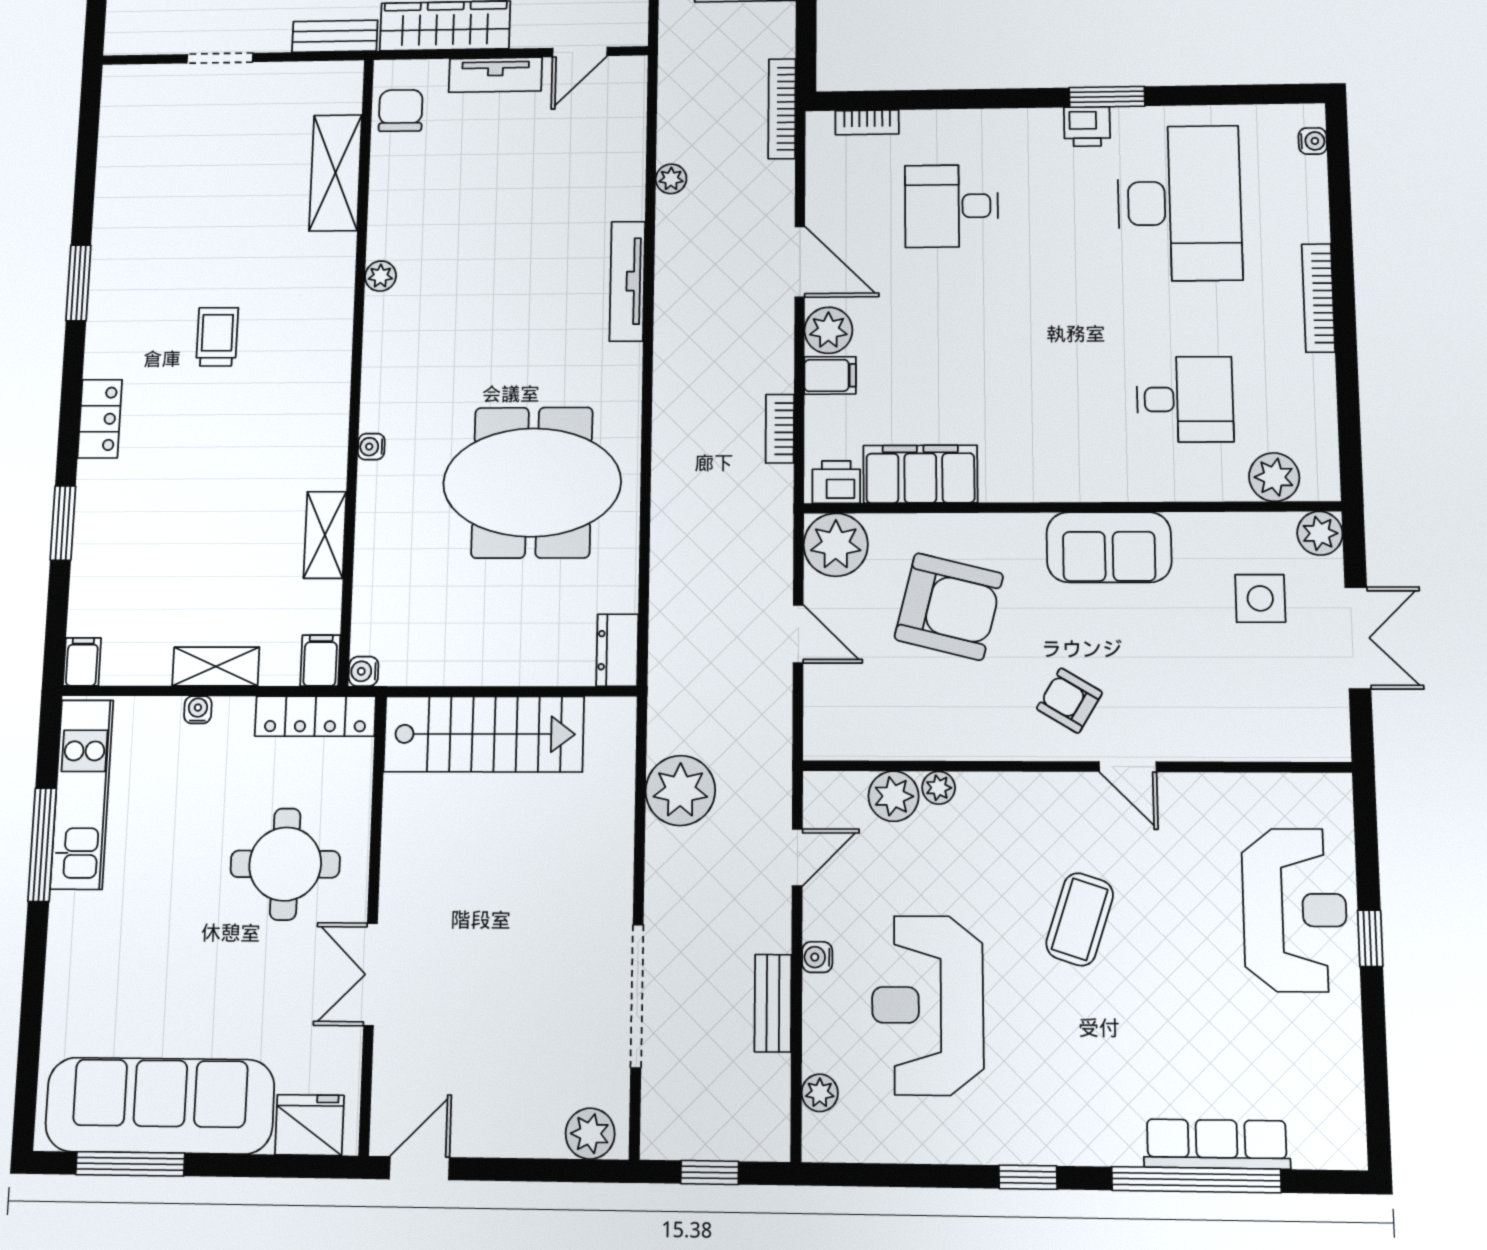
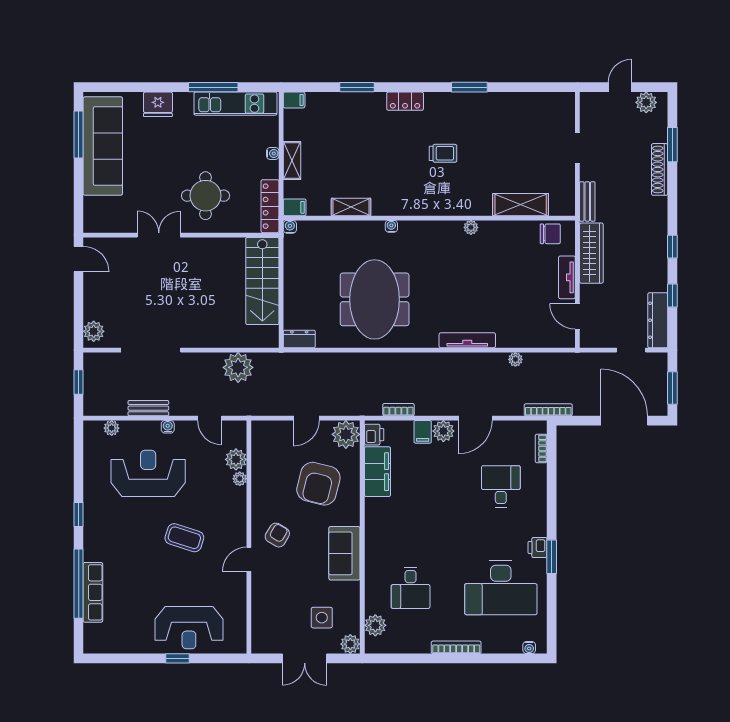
fridge: (309, 1125) -> (158, 104), moved, turned 90

